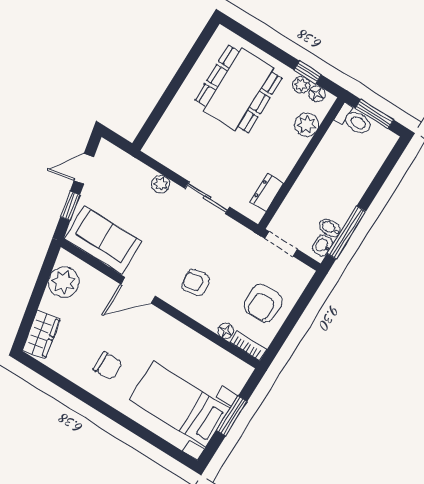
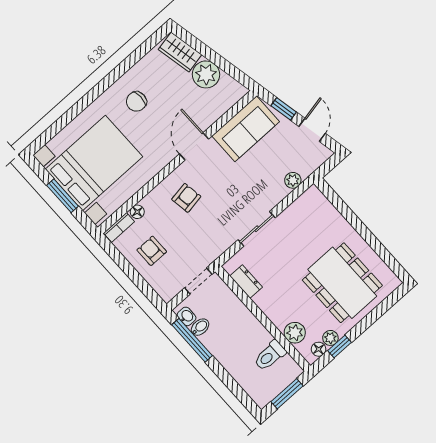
toilet: (354, 120) -> (270, 356), moved
plant: (161, 184) -> (293, 180), moved
plant: (64, 282) -> (206, 74), moved
armchair: (263, 303) -> (152, 251), width x0.72, depth x0.72
bed with nightstands: (179, 404) -> (94, 163), width x1.36

